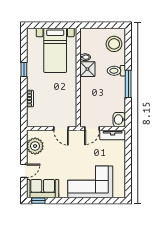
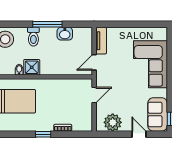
window: (24, 69) -> (43, 134), moved
washbasin: (119, 120) -> (65, 34), moved
door: (92, 128) -> (94, 62), swing flipped

